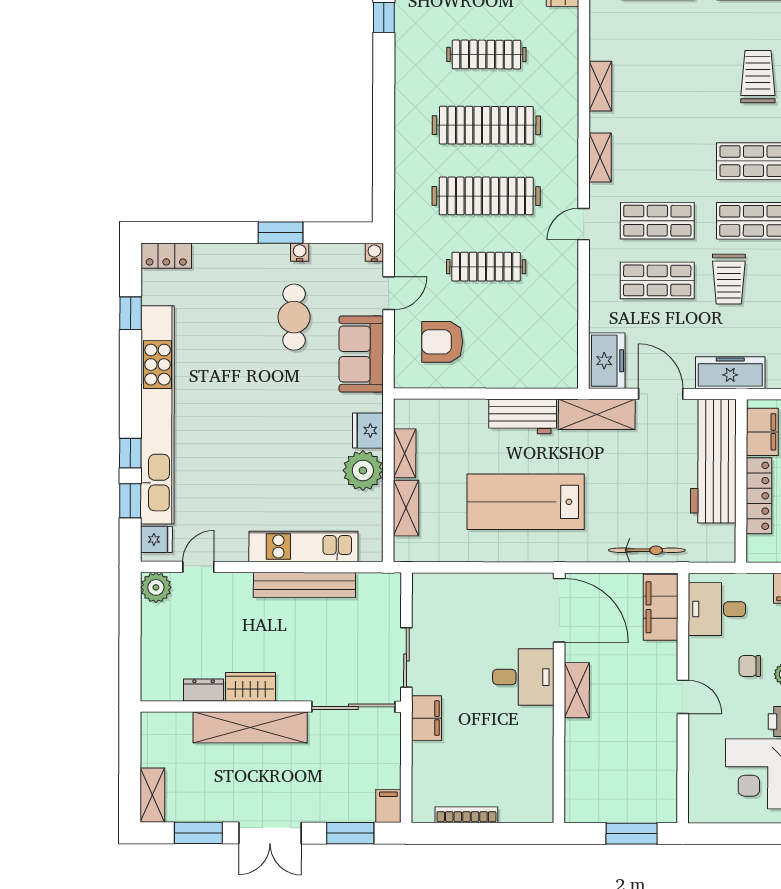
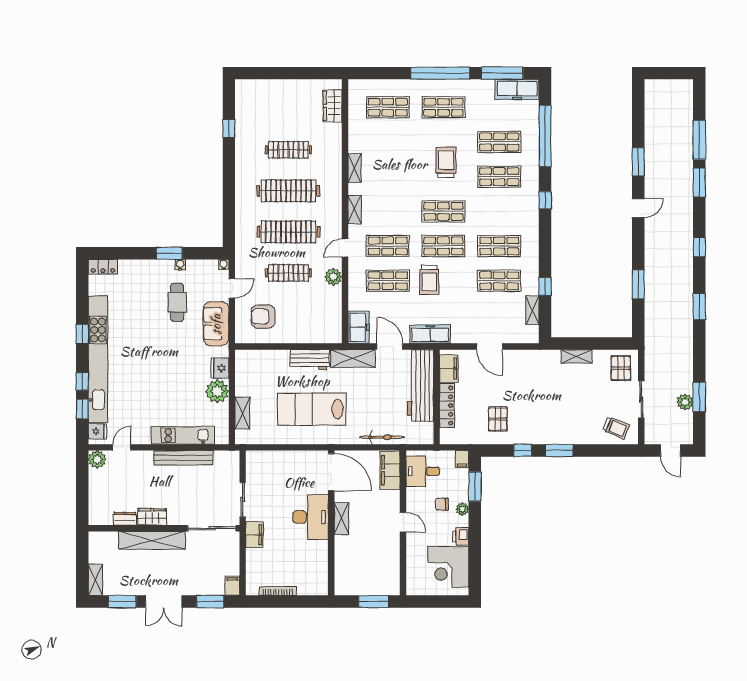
plant: (564, 274) -> (333, 277), added
window: (131, 313) -> (82, 334), moved
shelving: (405, 453) -> (241, 381), removed
desk: (523, 677) -> (310, 517), width x1.37

